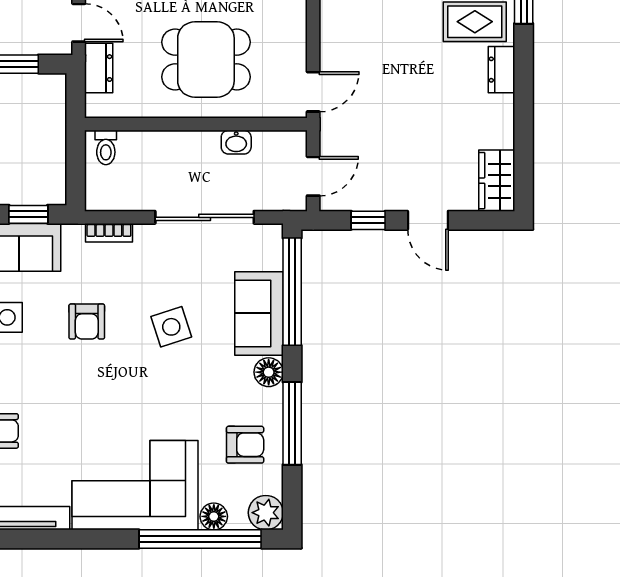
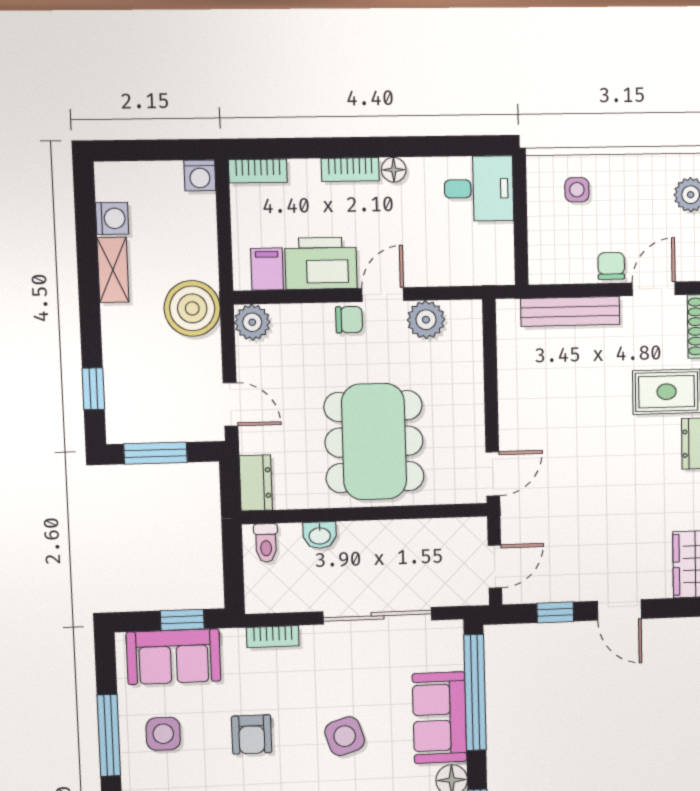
dining table: (206, 59) -> (374, 442), width x1.38
dresser: (99, 68) -> (256, 483), moved
washbasin: (236, 142) -> (320, 535), moved

